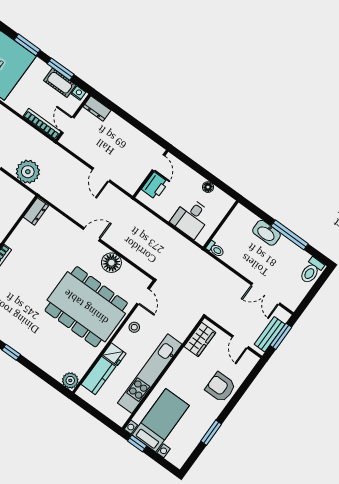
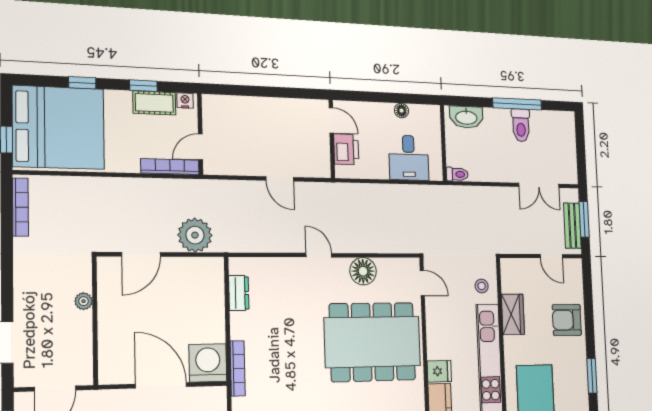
window: (27, 45) -> (82, 83), width x0.67
window: (61, 69) -> (143, 86), width x0.67
dresser: (97, 109) -> (219, 104), removed
door: (68, 125) -> (200, 147), hinge flipped
dresser: (36, 211) -> (239, 293), moved
washbasin: (267, 233) -> (466, 117), moved
door: (92, 234) -> (319, 255), hinge flipped
toilet: (311, 271) -> (521, 125), moved
stool: (134, 327) -> (482, 286), moved
wardrobe: (200, 340) -> (513, 314), moved

